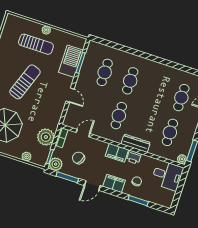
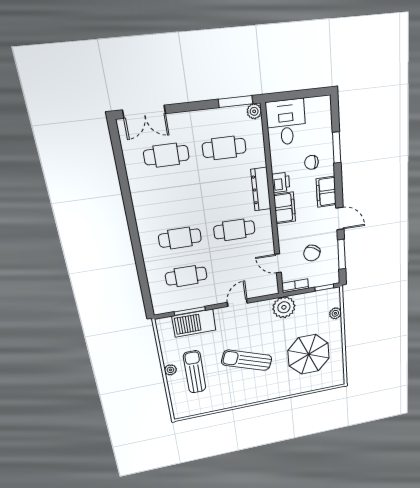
plant: (46, 137) -> (284, 307), moved
plant: (56, 164) -> (331, 276), removed

